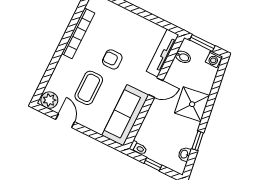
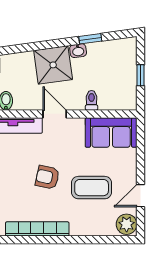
armchair: (112, 59) -> (47, 177), turned 102
sofa: (125, 115) -> (111, 132), width x0.73
toilet: (138, 148) -> (92, 100), moved
washbasin: (184, 154) -> (78, 51), moved

